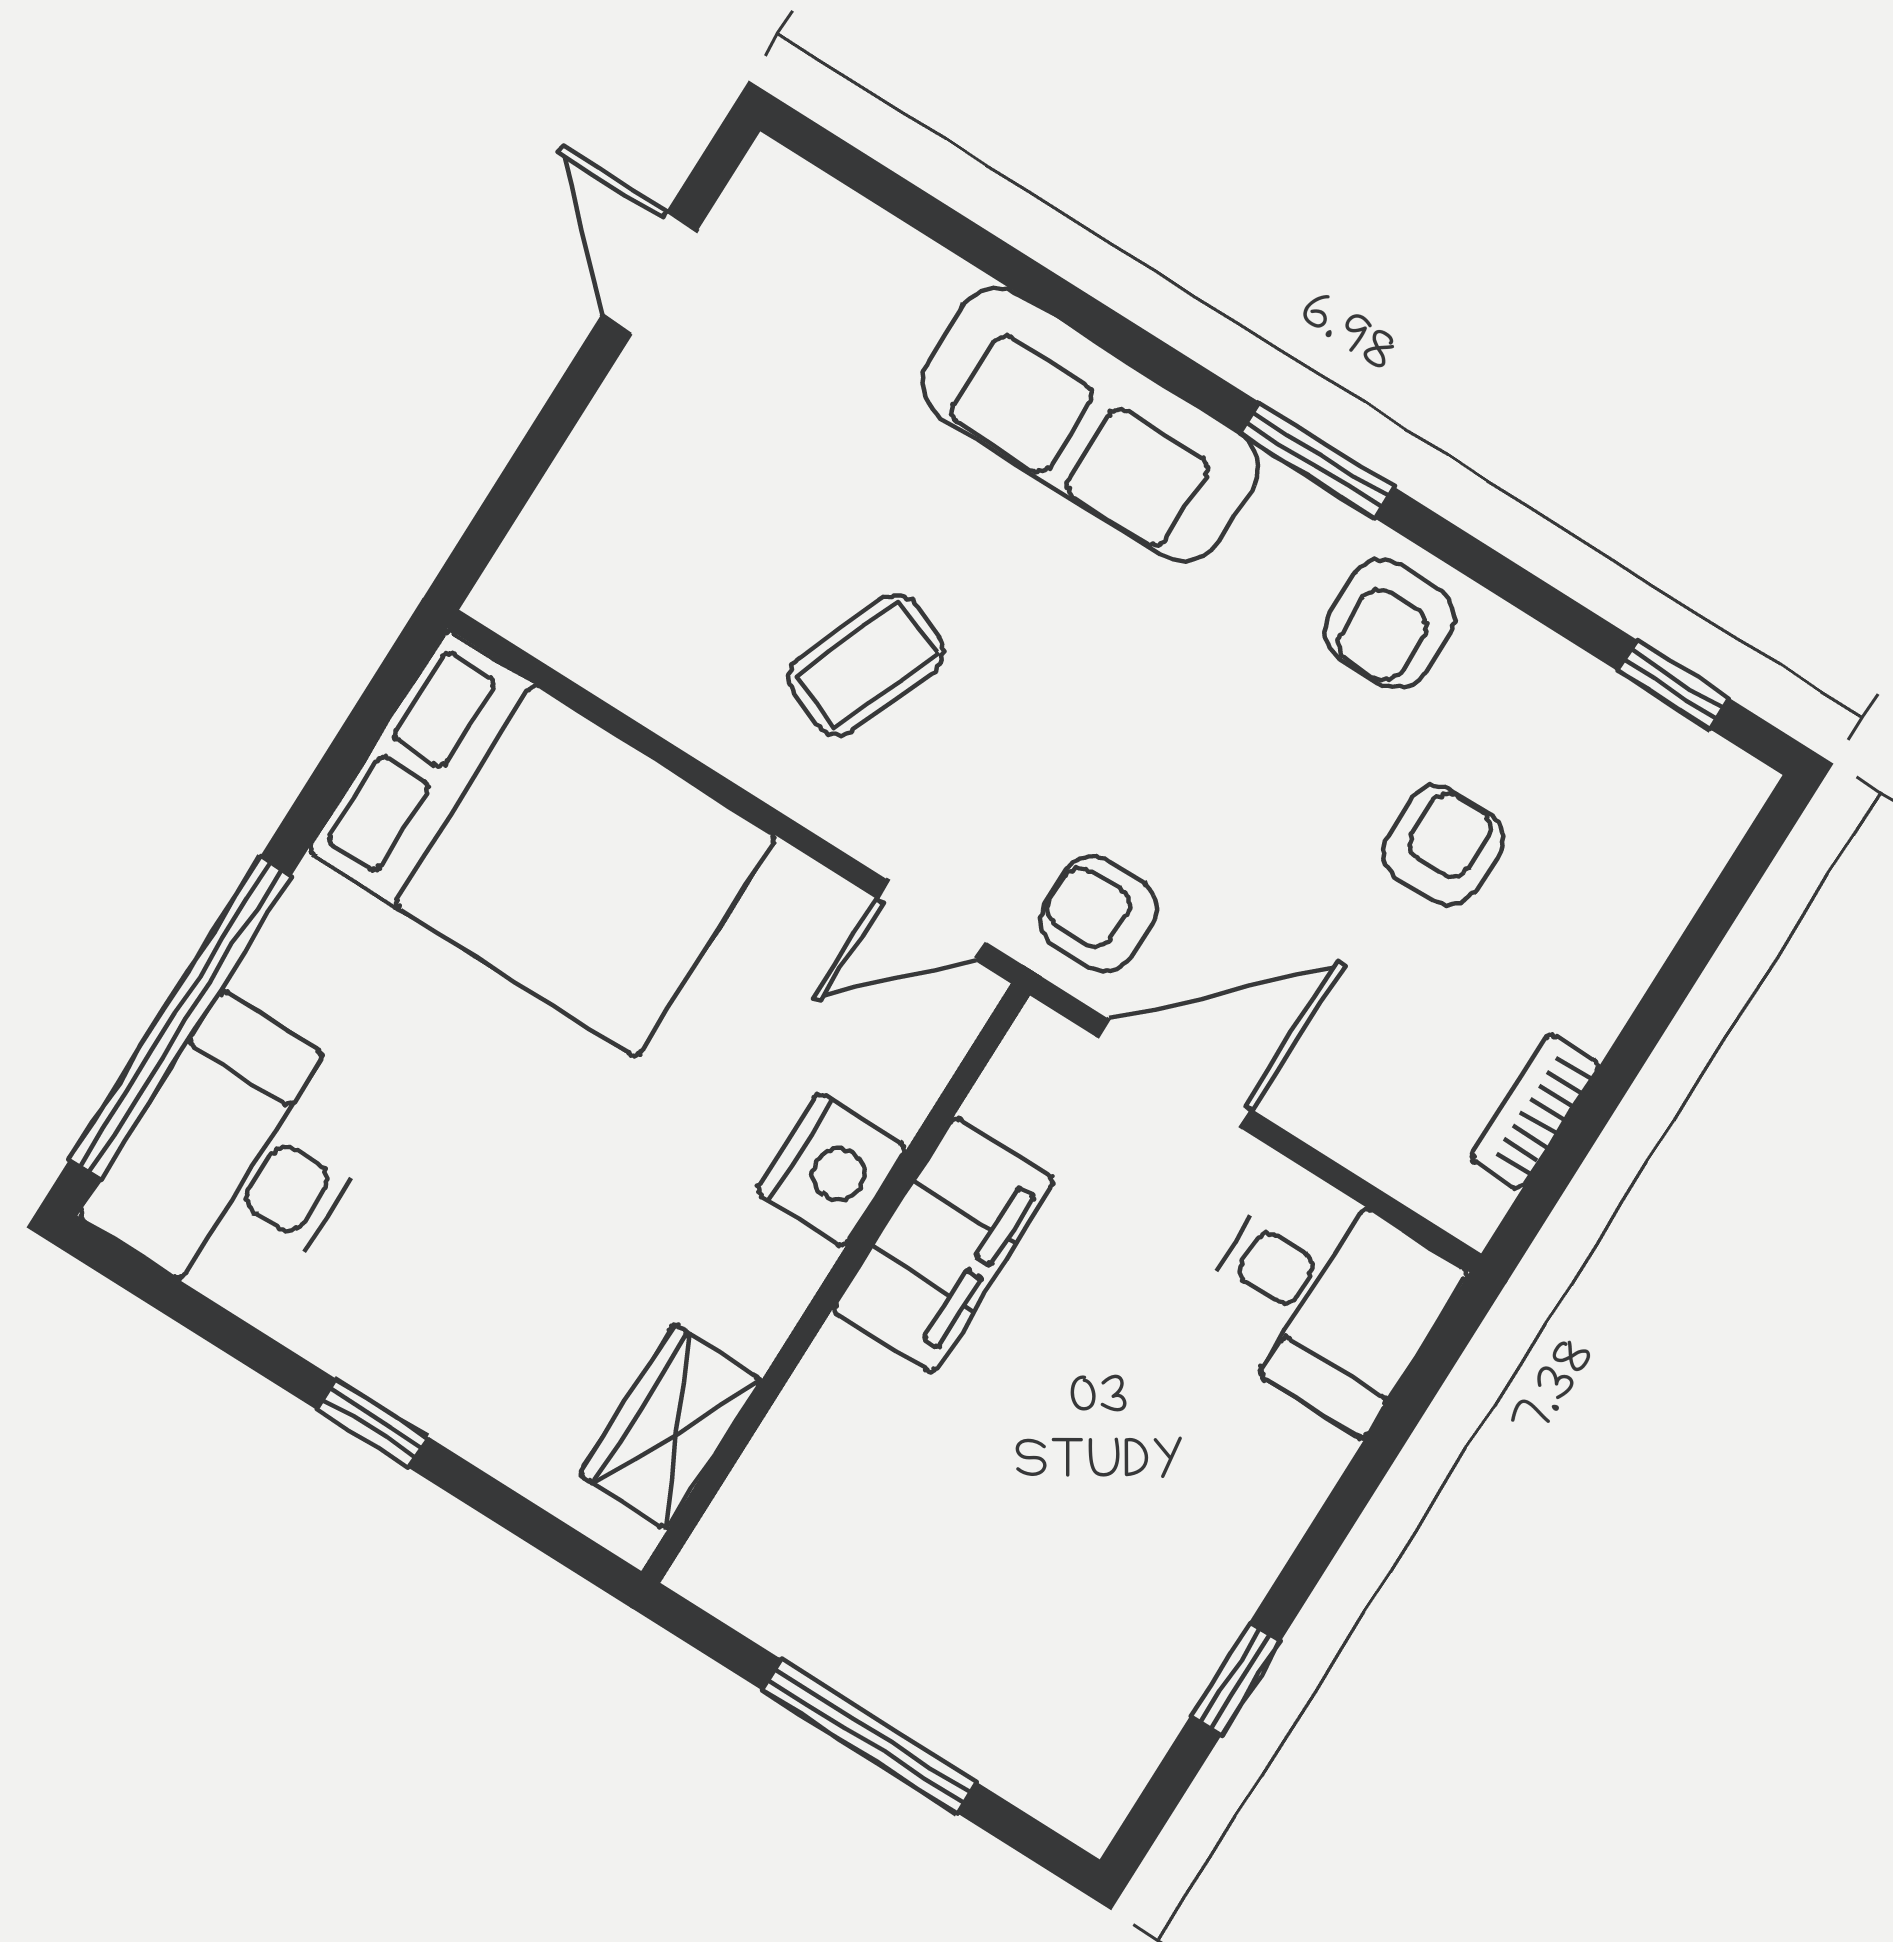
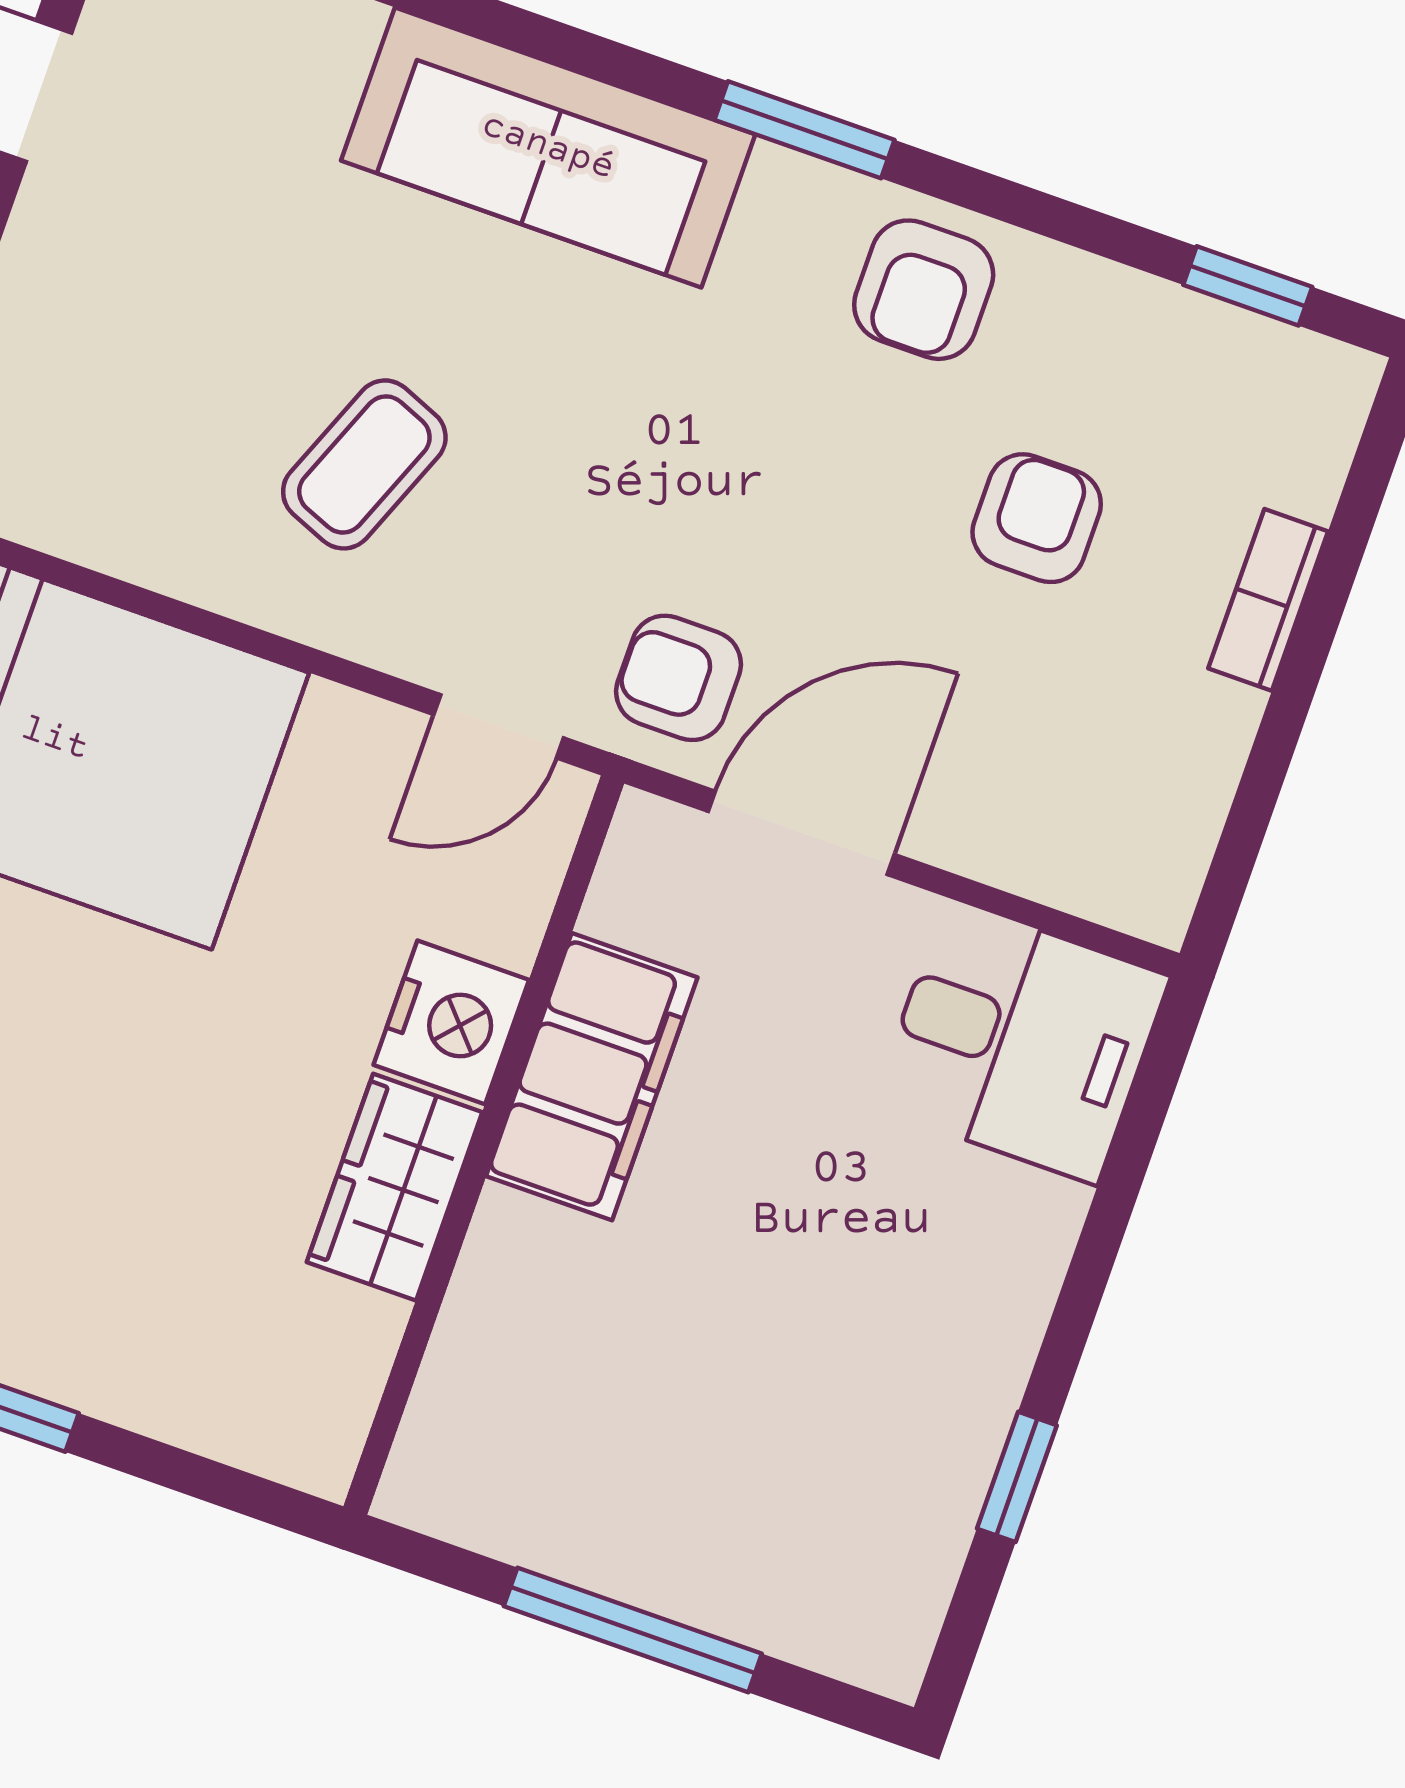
bookcase: (1535, 1112) -> (1268, 600), moved
wardrobe: (671, 1427) -> (395, 1187), moved

